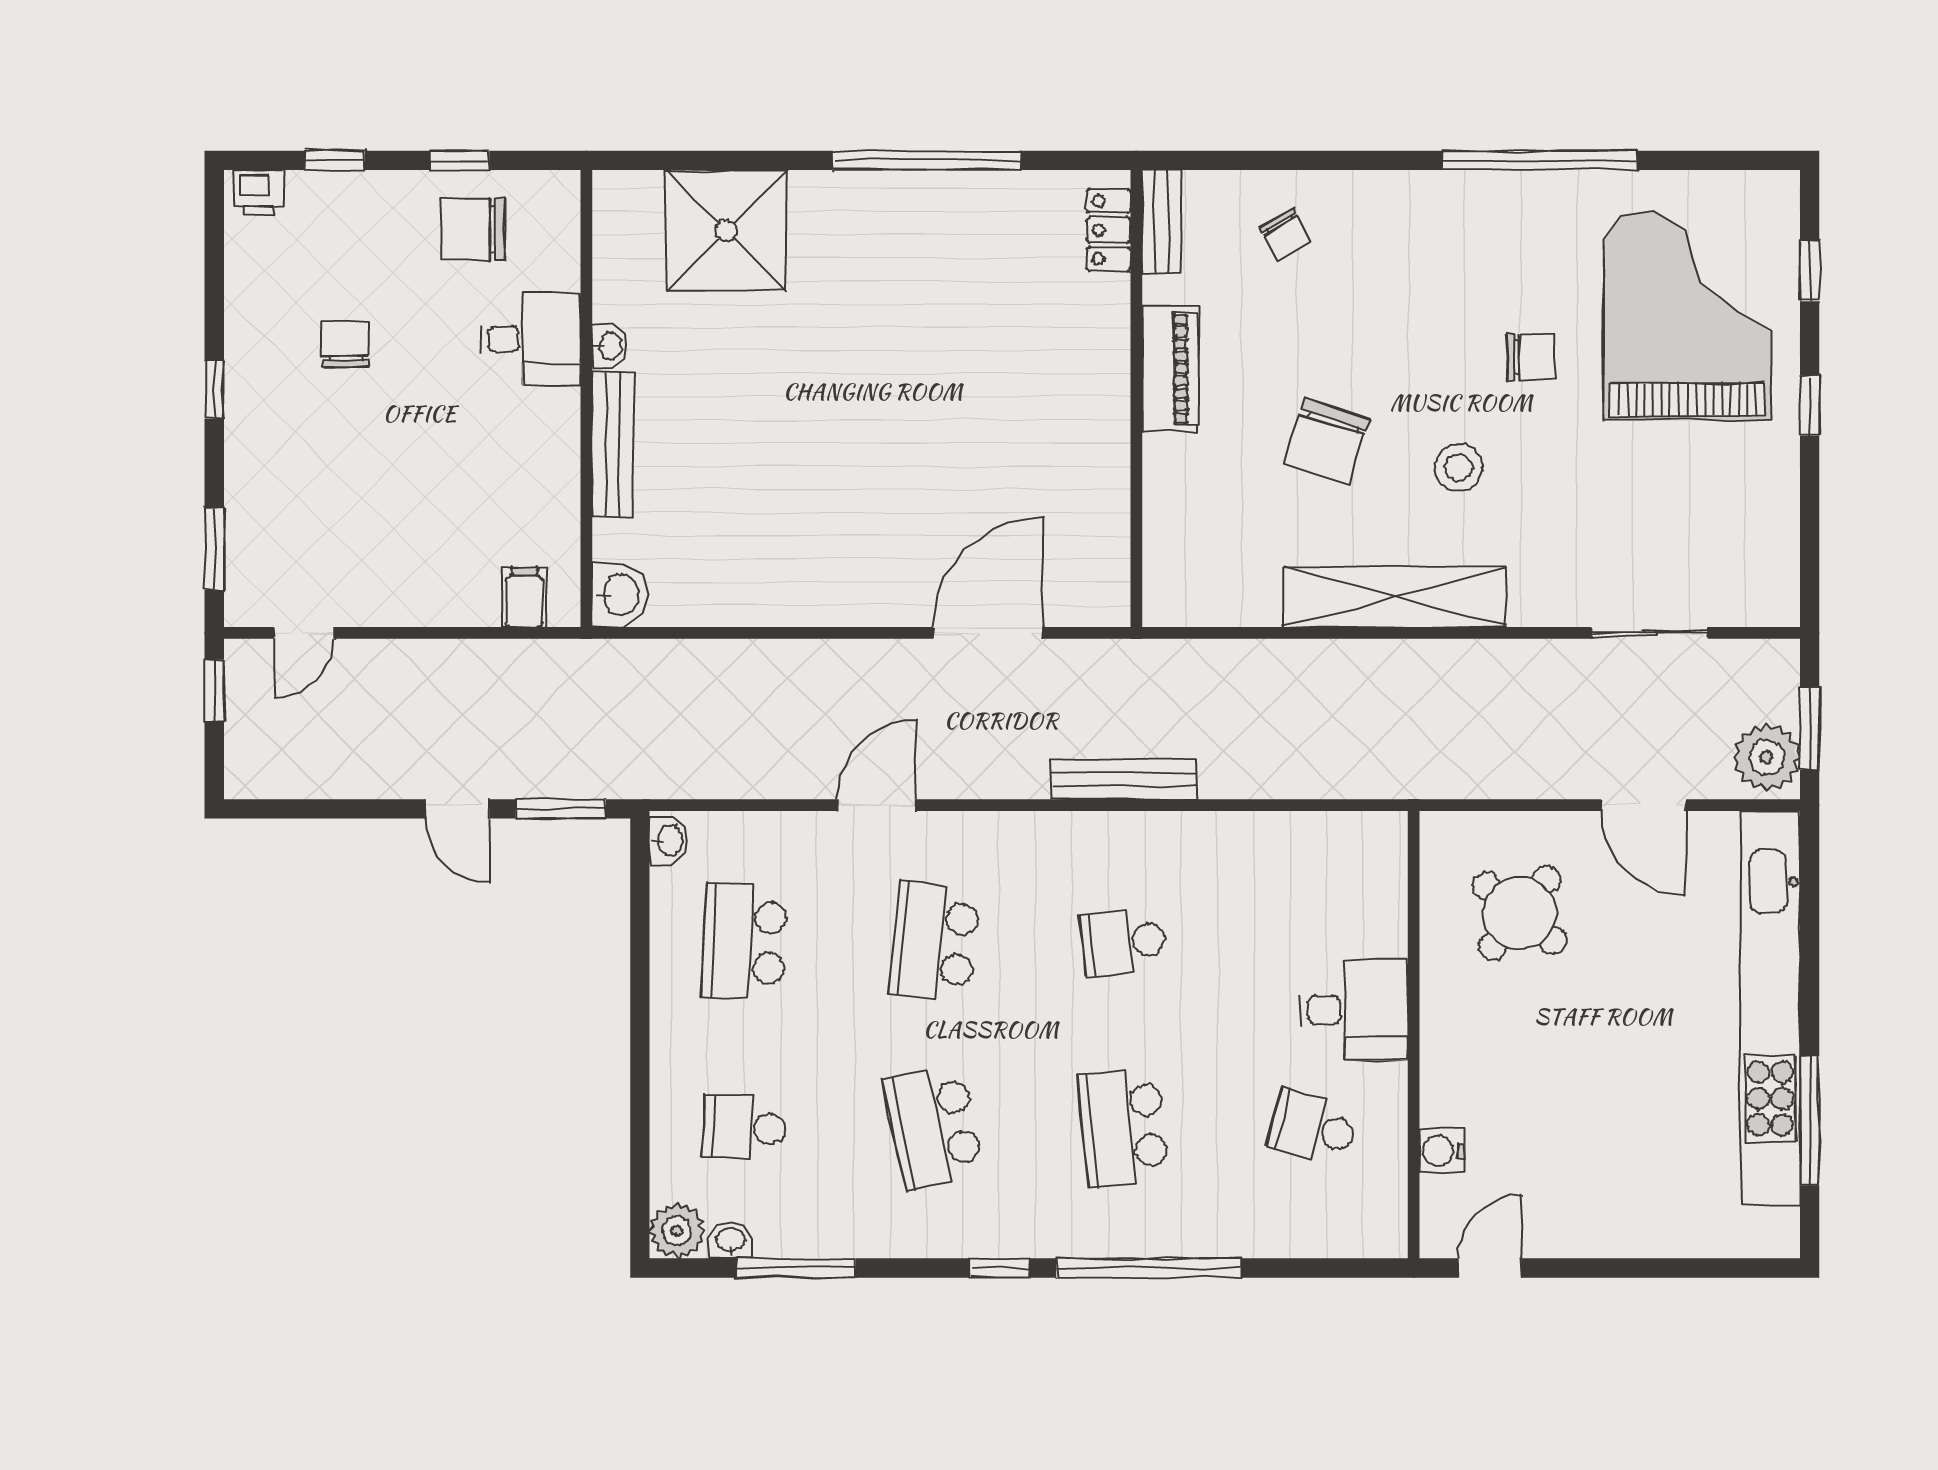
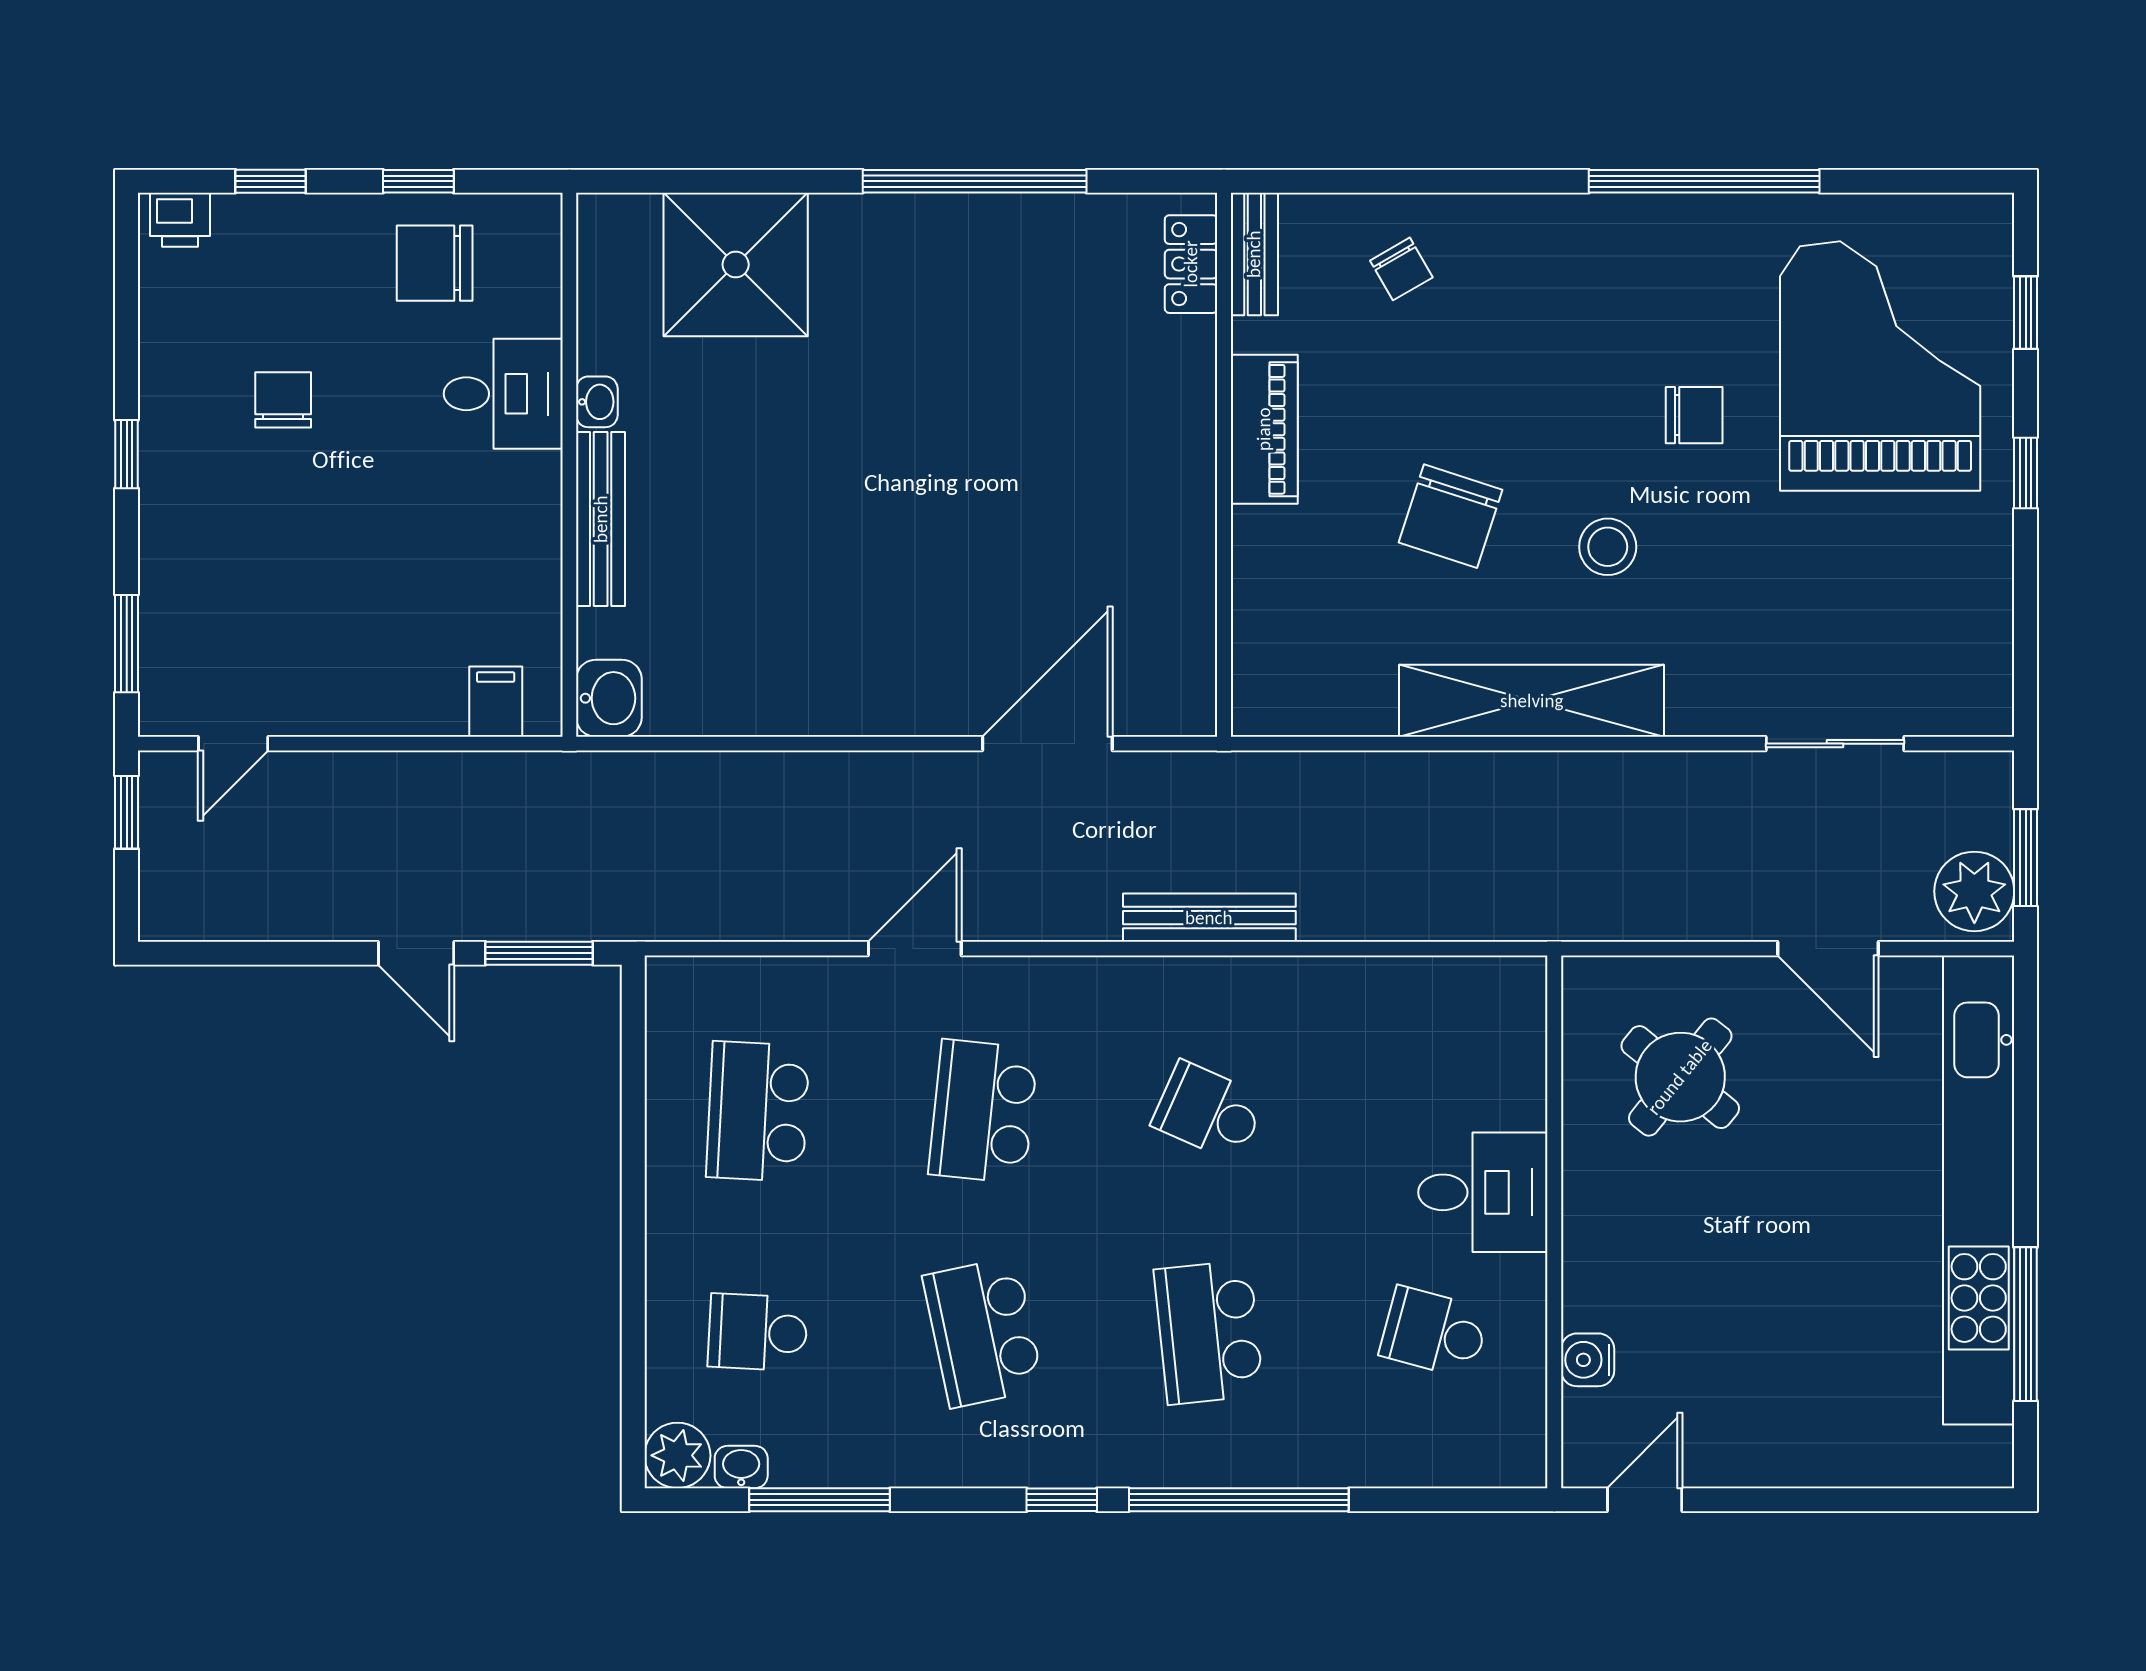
washbasin: (669, 840) -> (668, 991), removed
school desk: (1123, 942) -> (1209, 1111), turned 30

